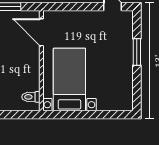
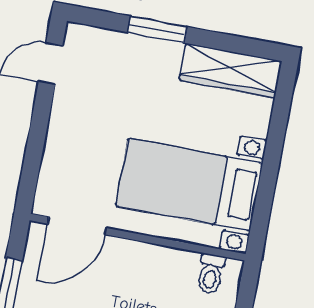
wardrobe: (125, 89) -> (230, 71), added

